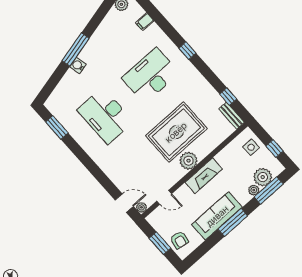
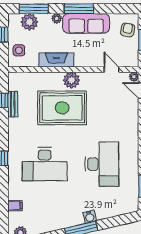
bench: (232, 116) -> (13, 104), moved
fireplace: (204, 176) -> (56, 60), moved
plant: (254, 190) -> (57, 18), moved

